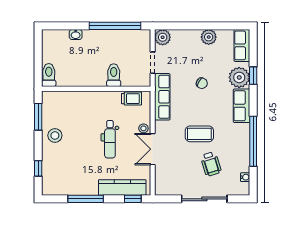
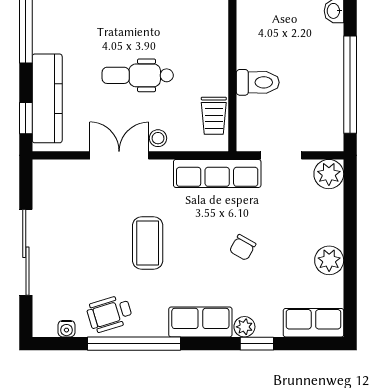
plant: (239, 77) -> (244, 327), width x0.53, depth x0.53
wheelchair: (211, 164) -> (110, 314), moved

